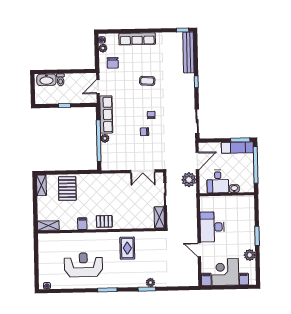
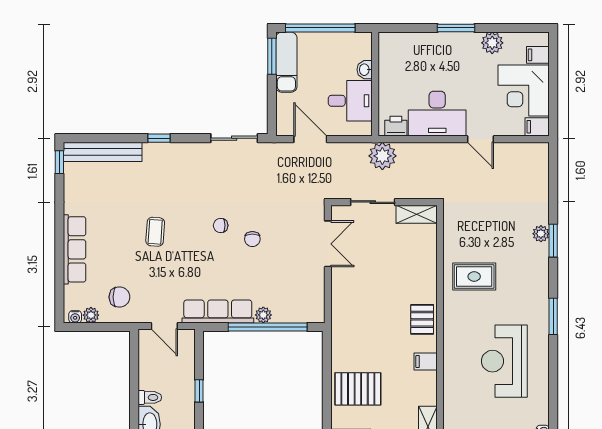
plant: (189, 180) -> (382, 156), moved
printer: (205, 206) -> (396, 126), added
door: (199, 250) -> (480, 139), hinge flipped

